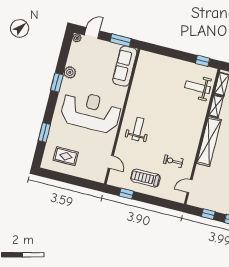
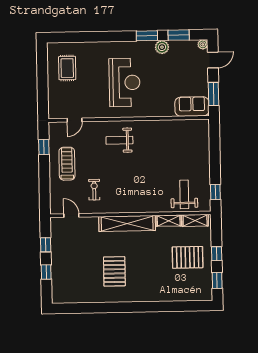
door: (92, 33) -> (213, 60), hinge flipped
sofa: (125, 66) -> (192, 107), width x0.73
reception desk: (91, 112) -> (124, 82), width x0.74, depth x0.77
weight bench: (138, 129) -> (119, 140), turned 180
window: (44, 133) -> (179, 35), moved

